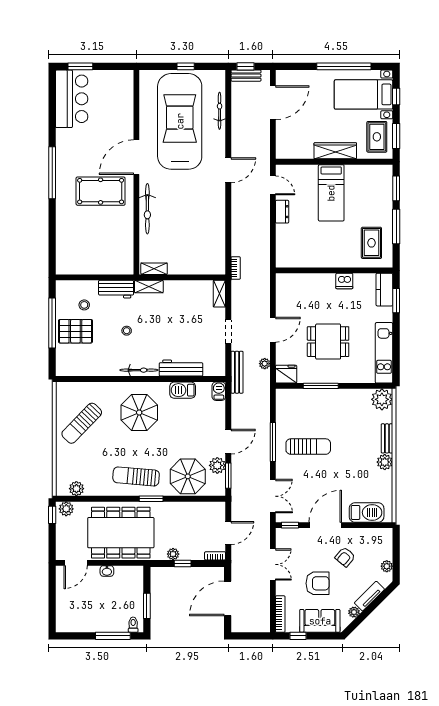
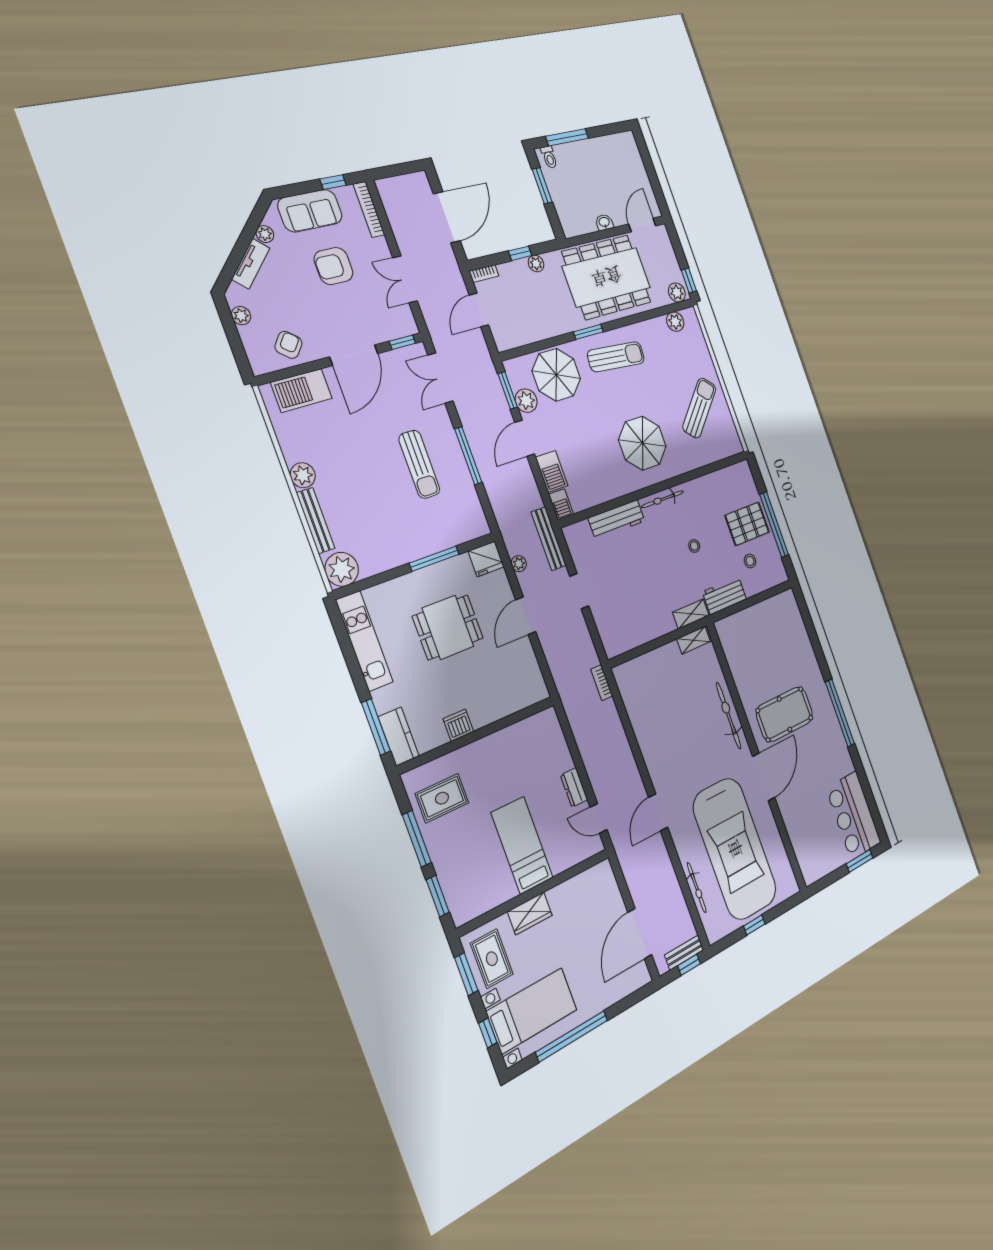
wardrobe: (335, 151) -> (530, 913), width x0.67
rug: (371, 243) -> (442, 798), turned 90
shelving: (219, 294) -> (608, 639), removed
window: (396, 301) -> (376, 727), width x1.44
barbecue: (183, 390) -> (552, 471), moved, turned 90
bench: (387, 438) -> (316, 521), width x1.36
sun lounger: (308, 447) -> (419, 464), turned -90
armchair: (345, 557) -> (288, 345), moved

